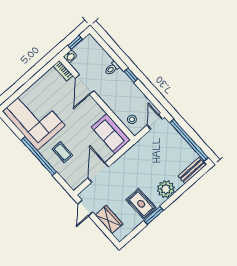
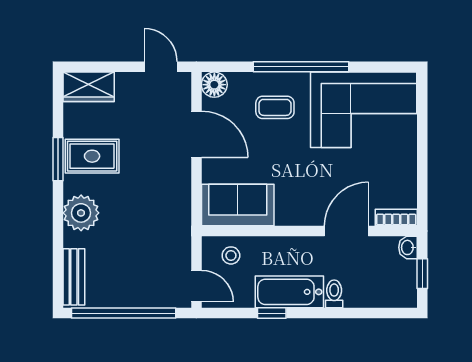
window: (131, 75) -> (272, 313), moved
door: (85, 85) -> (346, 231), hinge flipped
bathtub: (126, 86) -> (289, 292), added
floor lamp: (74, 182) -> (214, 85), added
wardrobe: (109, 220) -> (89, 87), moved

